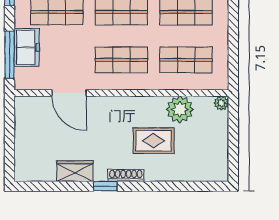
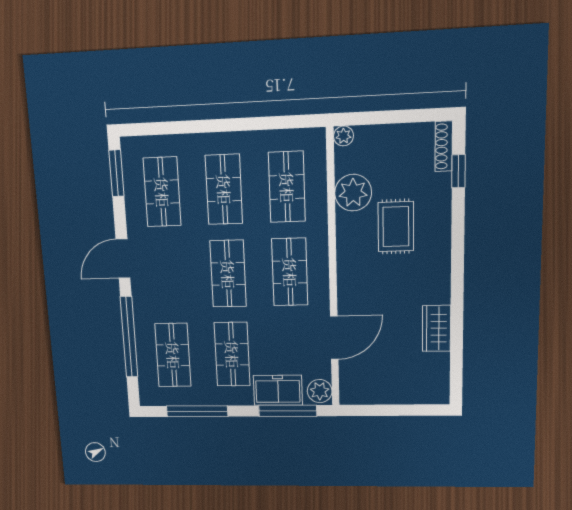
plant: (26, 81) -> (320, 391), added
shoe rack: (126, 175) -> (444, 146), moved
window: (105, 186) -> (458, 171), moved

